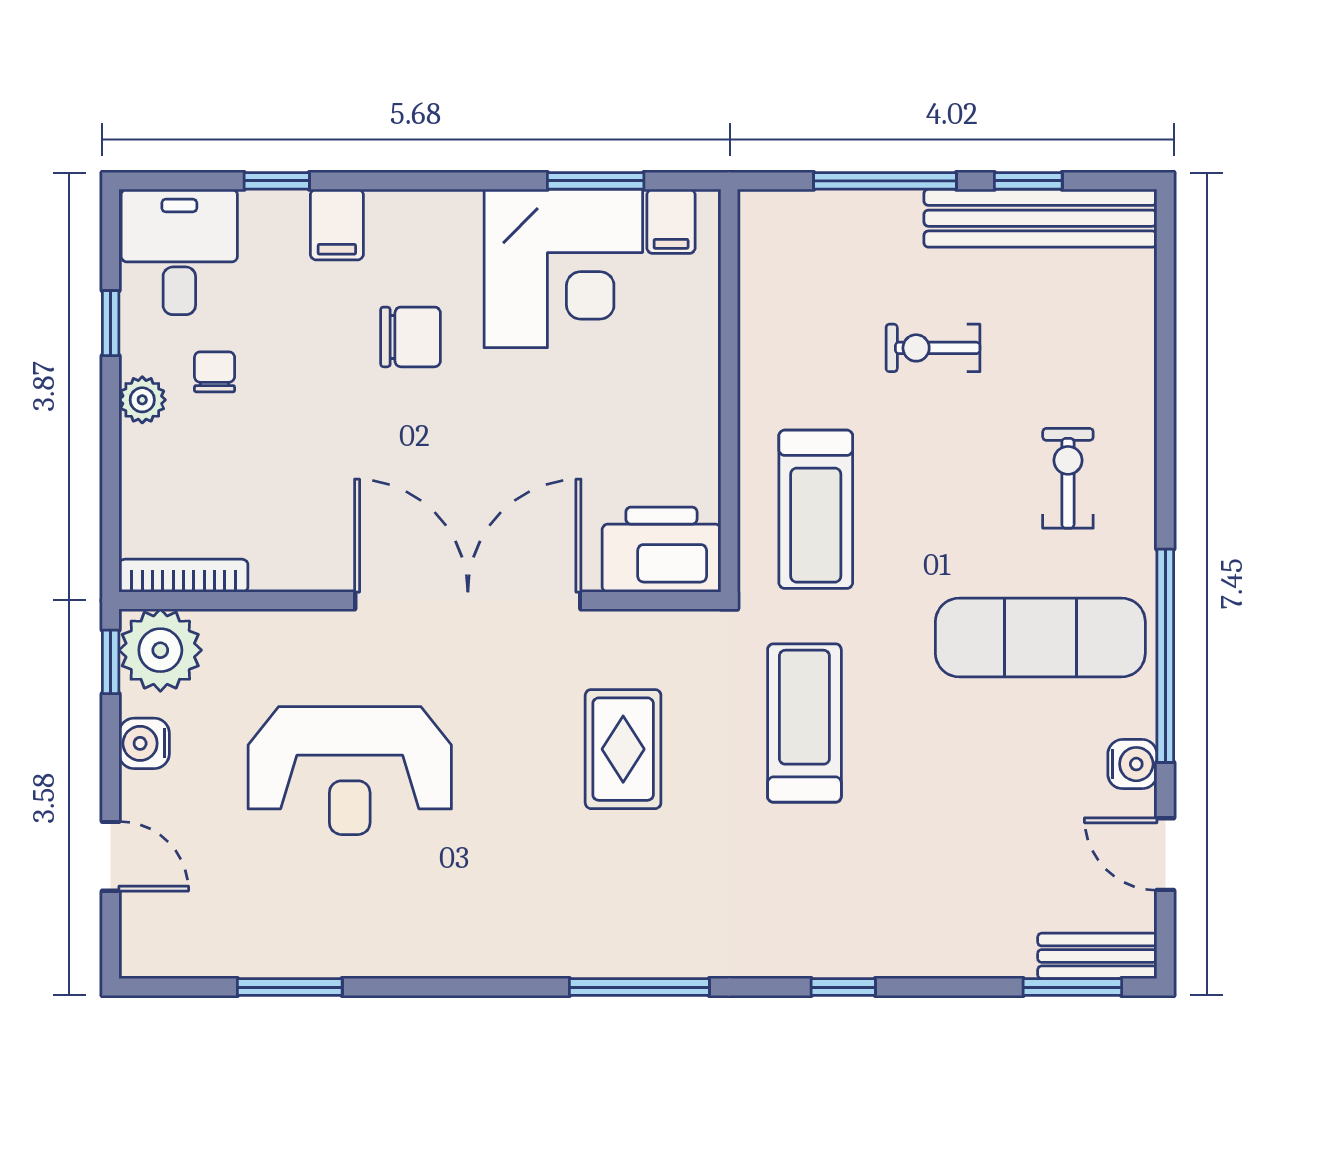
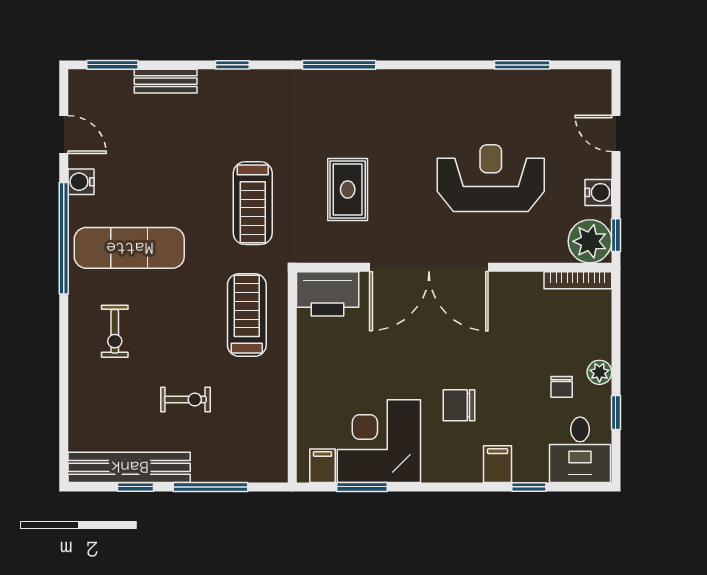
bench: (1097, 956) -> (166, 81), moved

